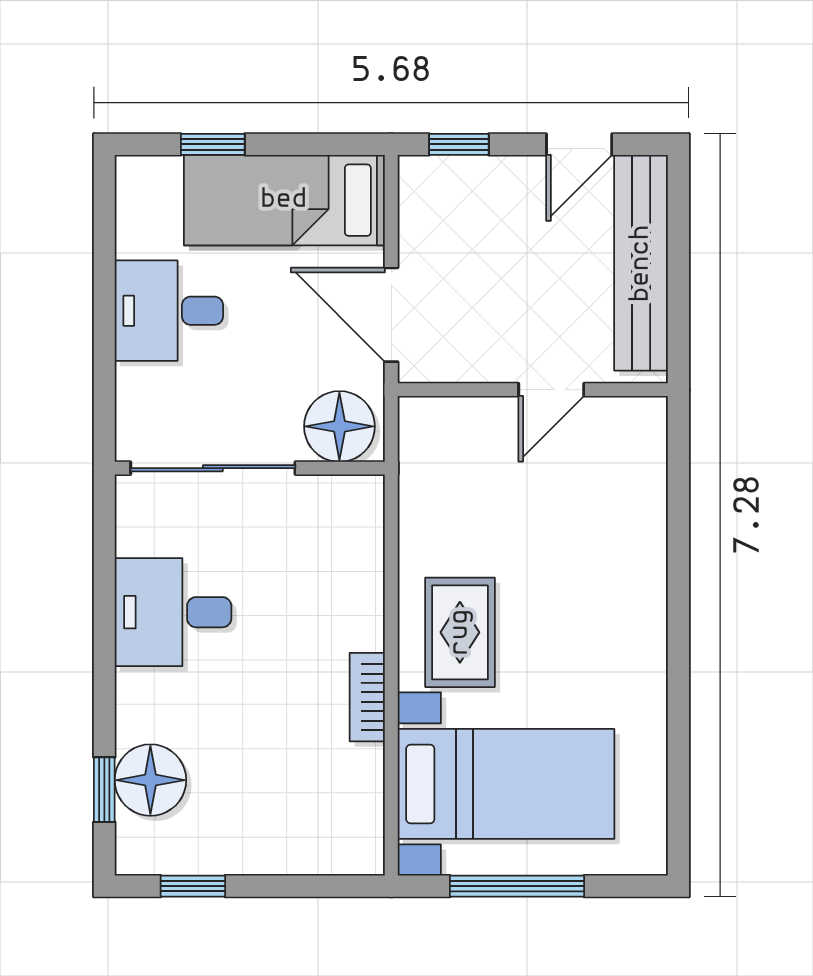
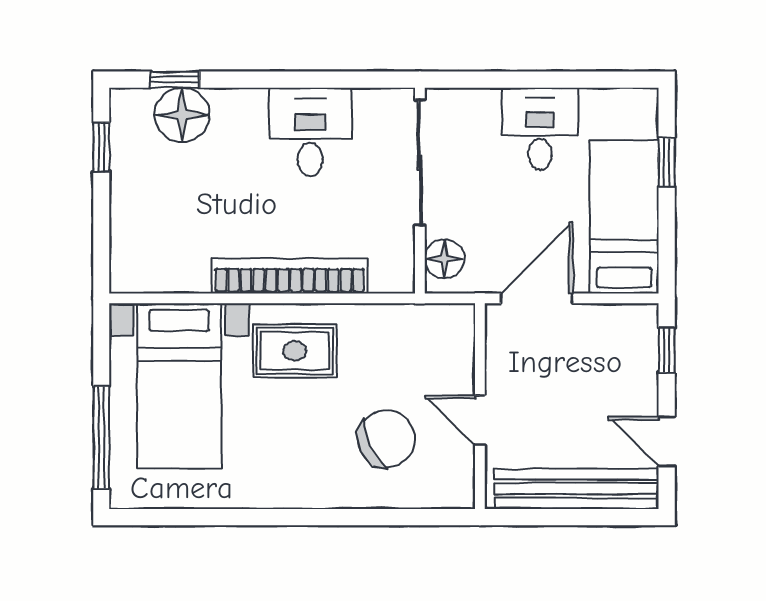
floor lamp: (339, 426) -> (444, 259), width x0.73, depth x0.73
chair: (575, 512) -> (386, 439), added
bookcase: (367, 697) -> (290, 276), width x2.31, depth x1.31
window: (517, 886) -> (101, 438), moved

